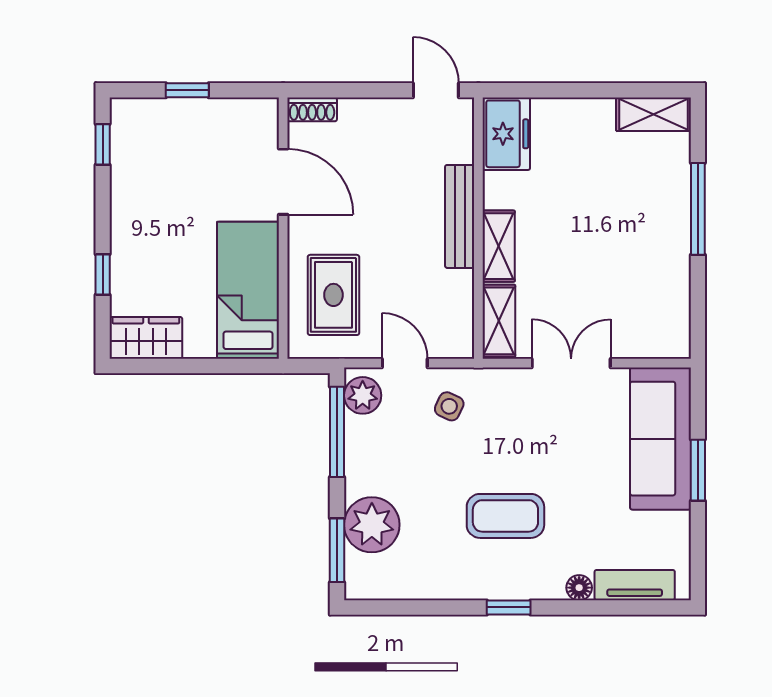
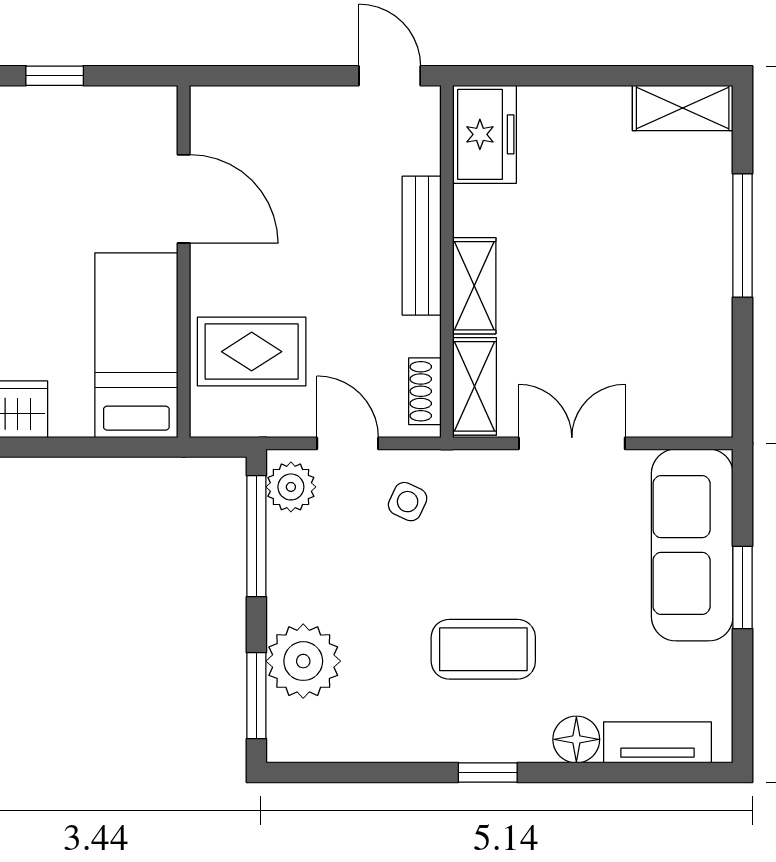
shoe rack: (312, 109) -> (425, 391), moved, turned 90
rug: (333, 295) -> (252, 352), turned 90
floor lamp: (579, 588) -> (576, 739), width x1.37, depth x1.37

